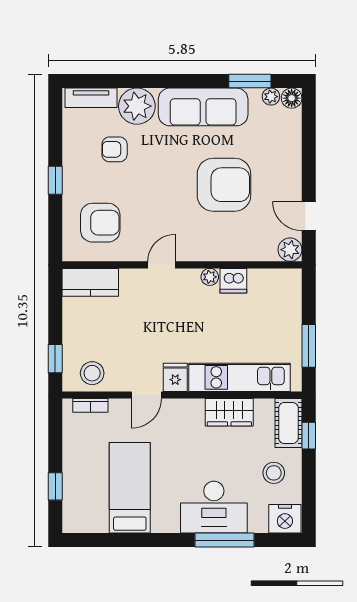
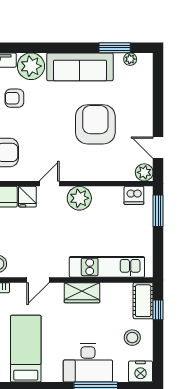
floor lamp: (292, 98) -> (145, 60), removed
armchair: (224, 185) -> (95, 124), turned -90
plant: (210, 277) -> (79, 198), width x1.88, depth x1.88
dishwasher: (233, 281) -> (134, 195), moved
window: (309, 346) -> (158, 211), moved
fridge: (175, 377) -> (27, 197), moved, turned 180
wardrobe: (229, 412) -> (82, 293), moved

